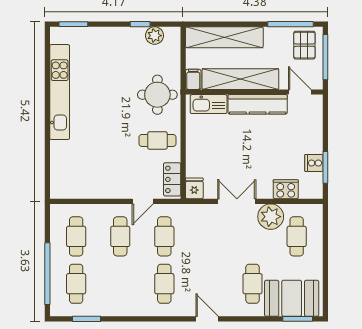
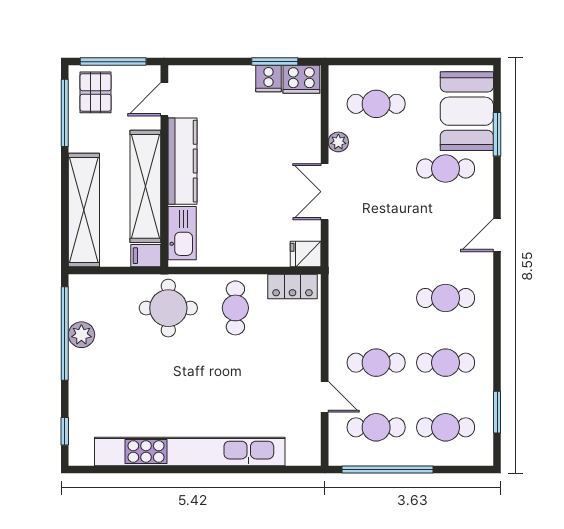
window: (73, 24) -> (65, 431), width x0.67
window: (140, 24) -> (65, 334), width x3.17
plant: (154, 36) -> (81, 335), moved
pallet: (304, 45) -> (96, 92), turned 90
kitchen unit: (60, 92) -> (190, 452), width x1.36
cooker: (286, 189) -> (301, 79), moved, turned -90
door: (143, 201) -> (325, 397), moved
plant: (271, 217) -> (338, 142), width x0.53, depth x0.53
cafe table: (164, 236) -> (446, 363), moved
window: (47, 274) -> (388, 470), moved
window: (298, 319) -> (497, 134), moved

